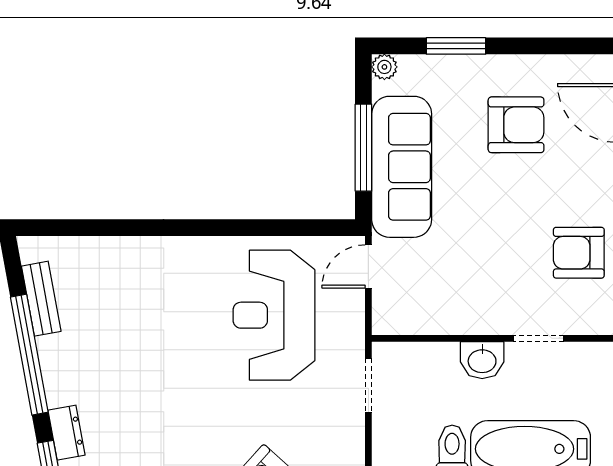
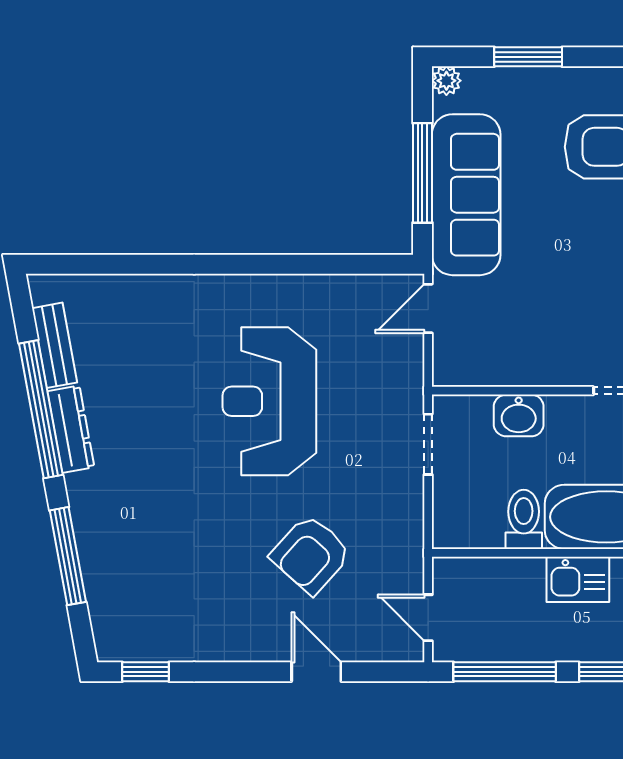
reception desk: (274, 315) -> (269, 401), moved
washbasin: (482, 360) -> (519, 415), moved
dresser: (67, 433) -> (71, 429), moved, width x1.44

